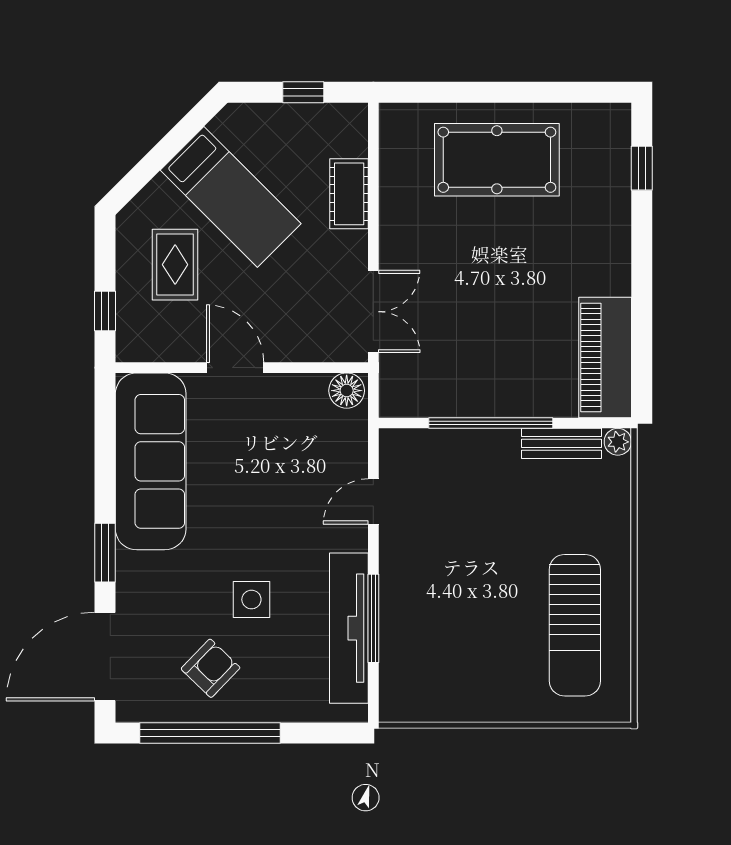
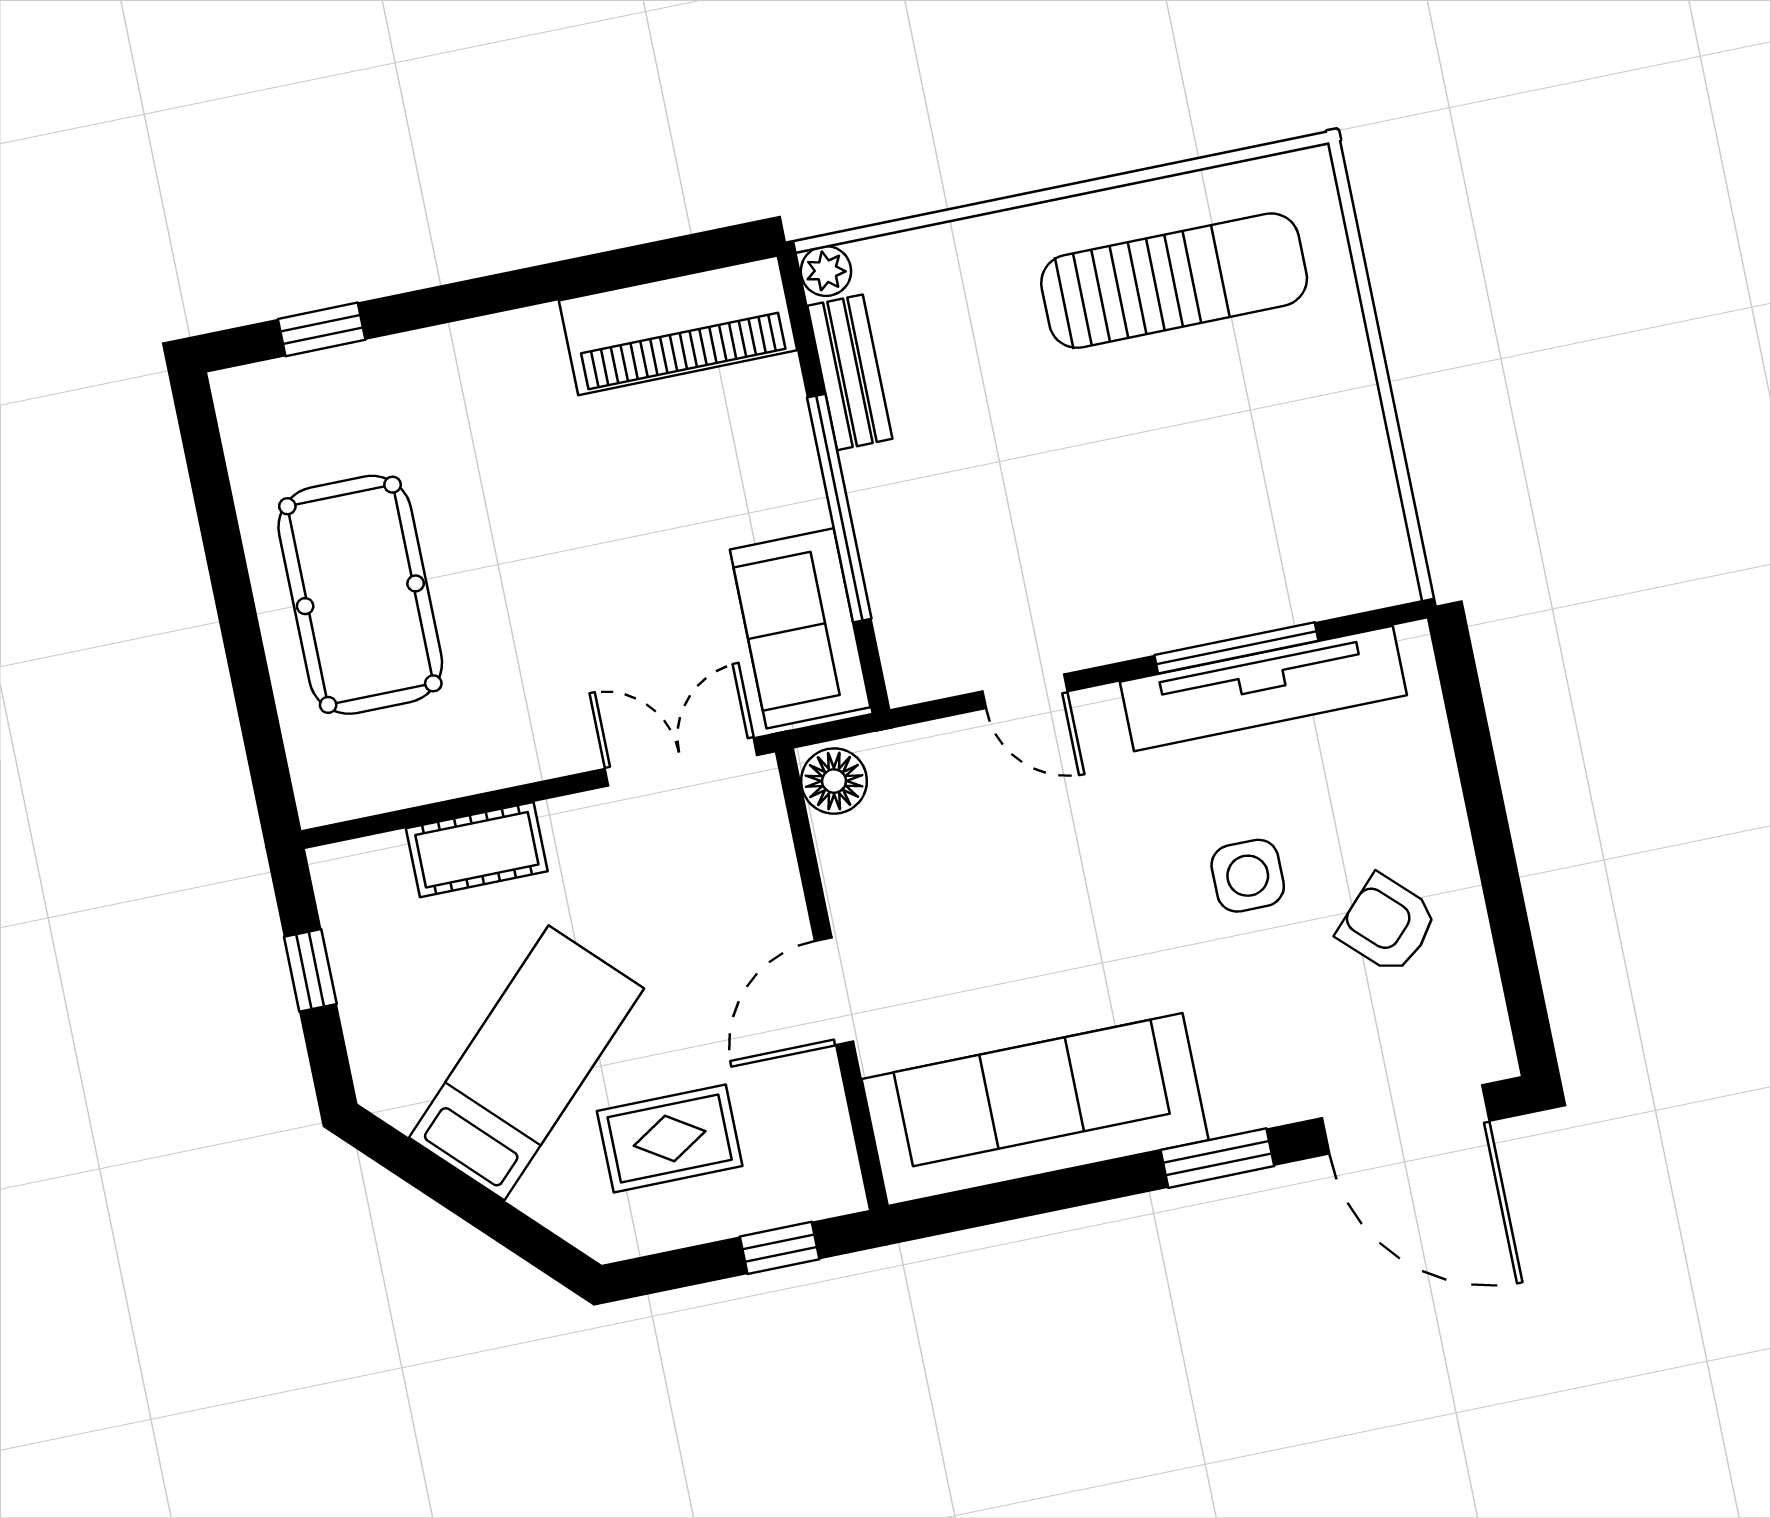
sofa: (431, 389) -> (800, 628), added
window: (210, 733) -> (1505, 901), removed

